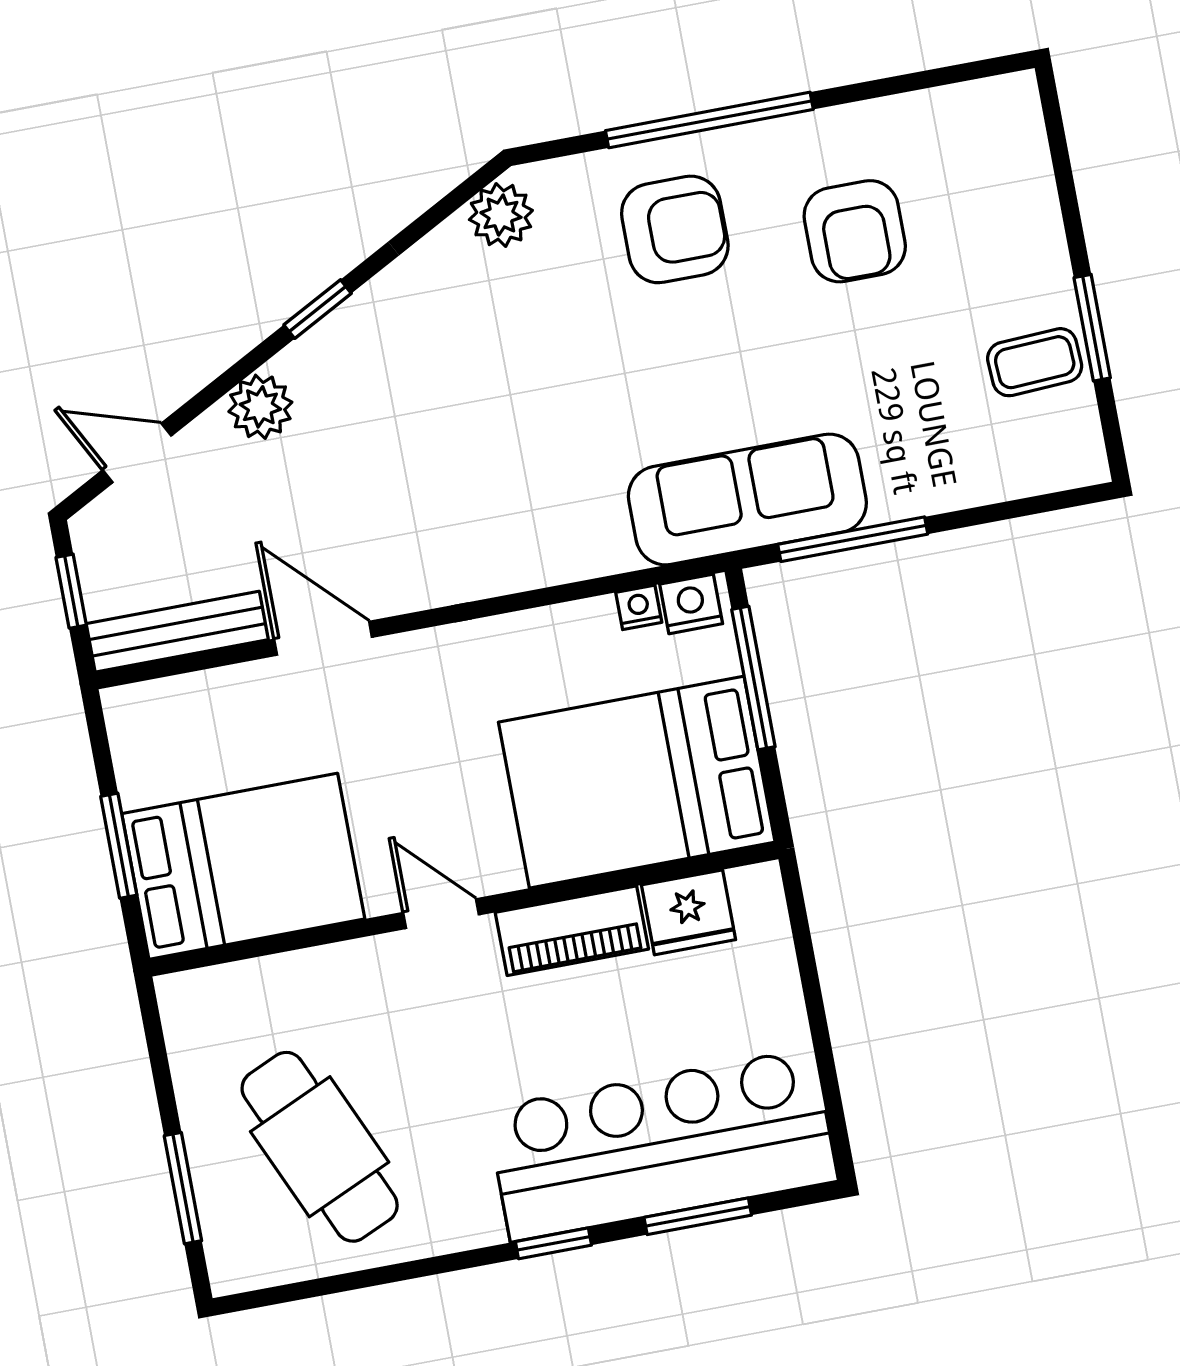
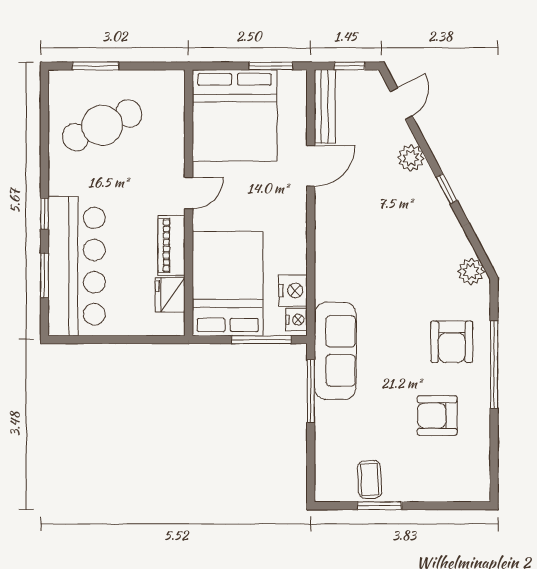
nightstand: (639, 607) -> (293, 290), width x1.89, depth x1.79
window: (119, 846) -> (271, 66), moved
bed: (243, 866) -> (235, 116), width x1.36

